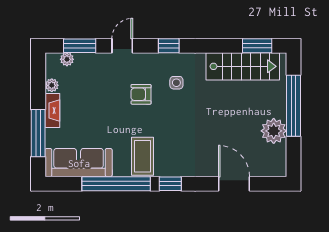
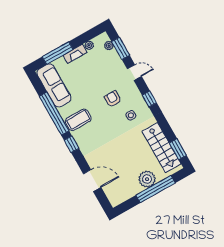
plant: (274, 131) -> (147, 179), moved
door: (234, 184) -> (92, 181), hinge flipped

